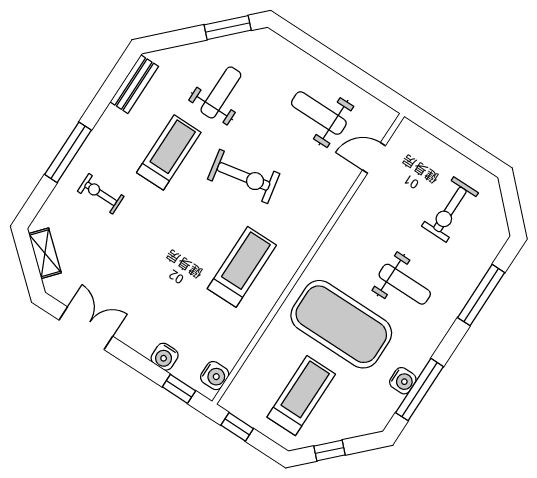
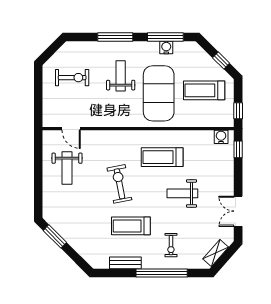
bench: (134, 84) -> (125, 263), moved
weight bench: (221, 92) -> (182, 193), moved
window: (68, 152) -> (162, 273), width x1.46
window: (481, 295) -> (115, 37), moved
water cooler: (165, 357) -> (227, 166), removed

